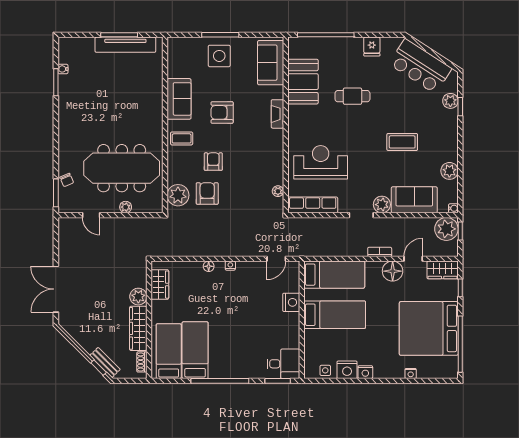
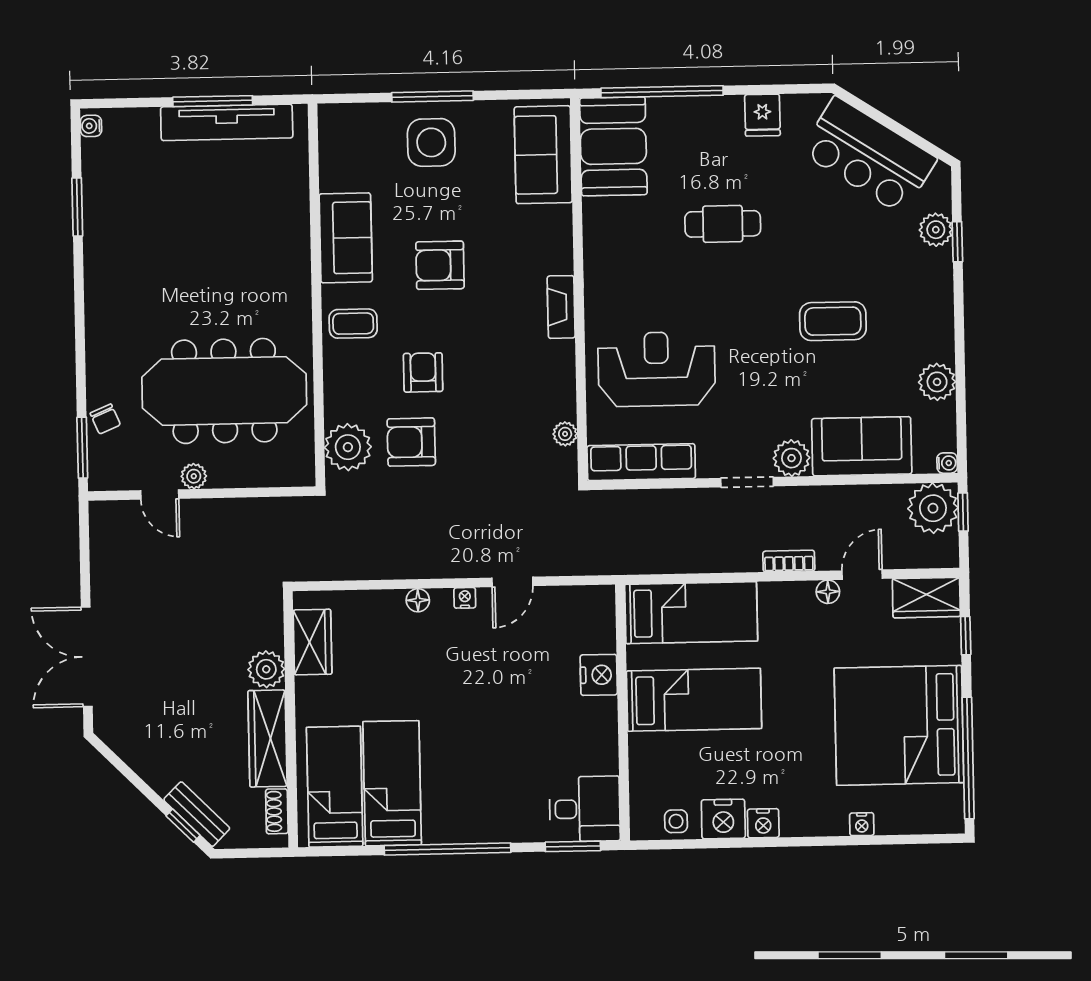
water cooler: (63, 69) -> (91, 126), moved
booth: (303, 82) -> (613, 146), moved
fireplace: (277, 114) -> (561, 307), moved
armchair: (207, 193) -> (411, 442), turned -90
plant: (126, 207) -> (194, 476), moved
door: (276, 259) -> (512, 582), moved
floor lamp: (393, 271) -> (828, 592), width x0.53, depth x0.53

